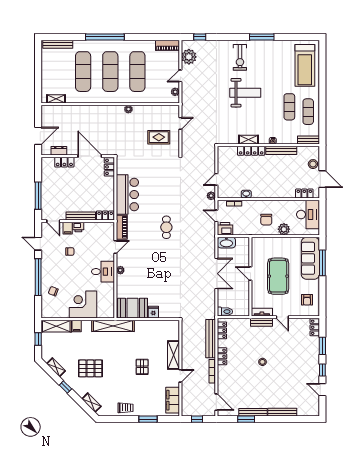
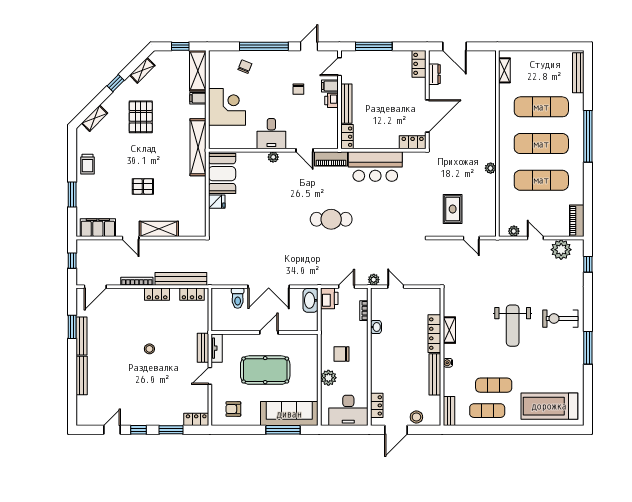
locker: (64, 162) -> (419, 64), moved
cafe table: (166, 227) -> (331, 219), width x1.37, depth x1.35
toilet: (225, 312) -> (238, 298), moved

